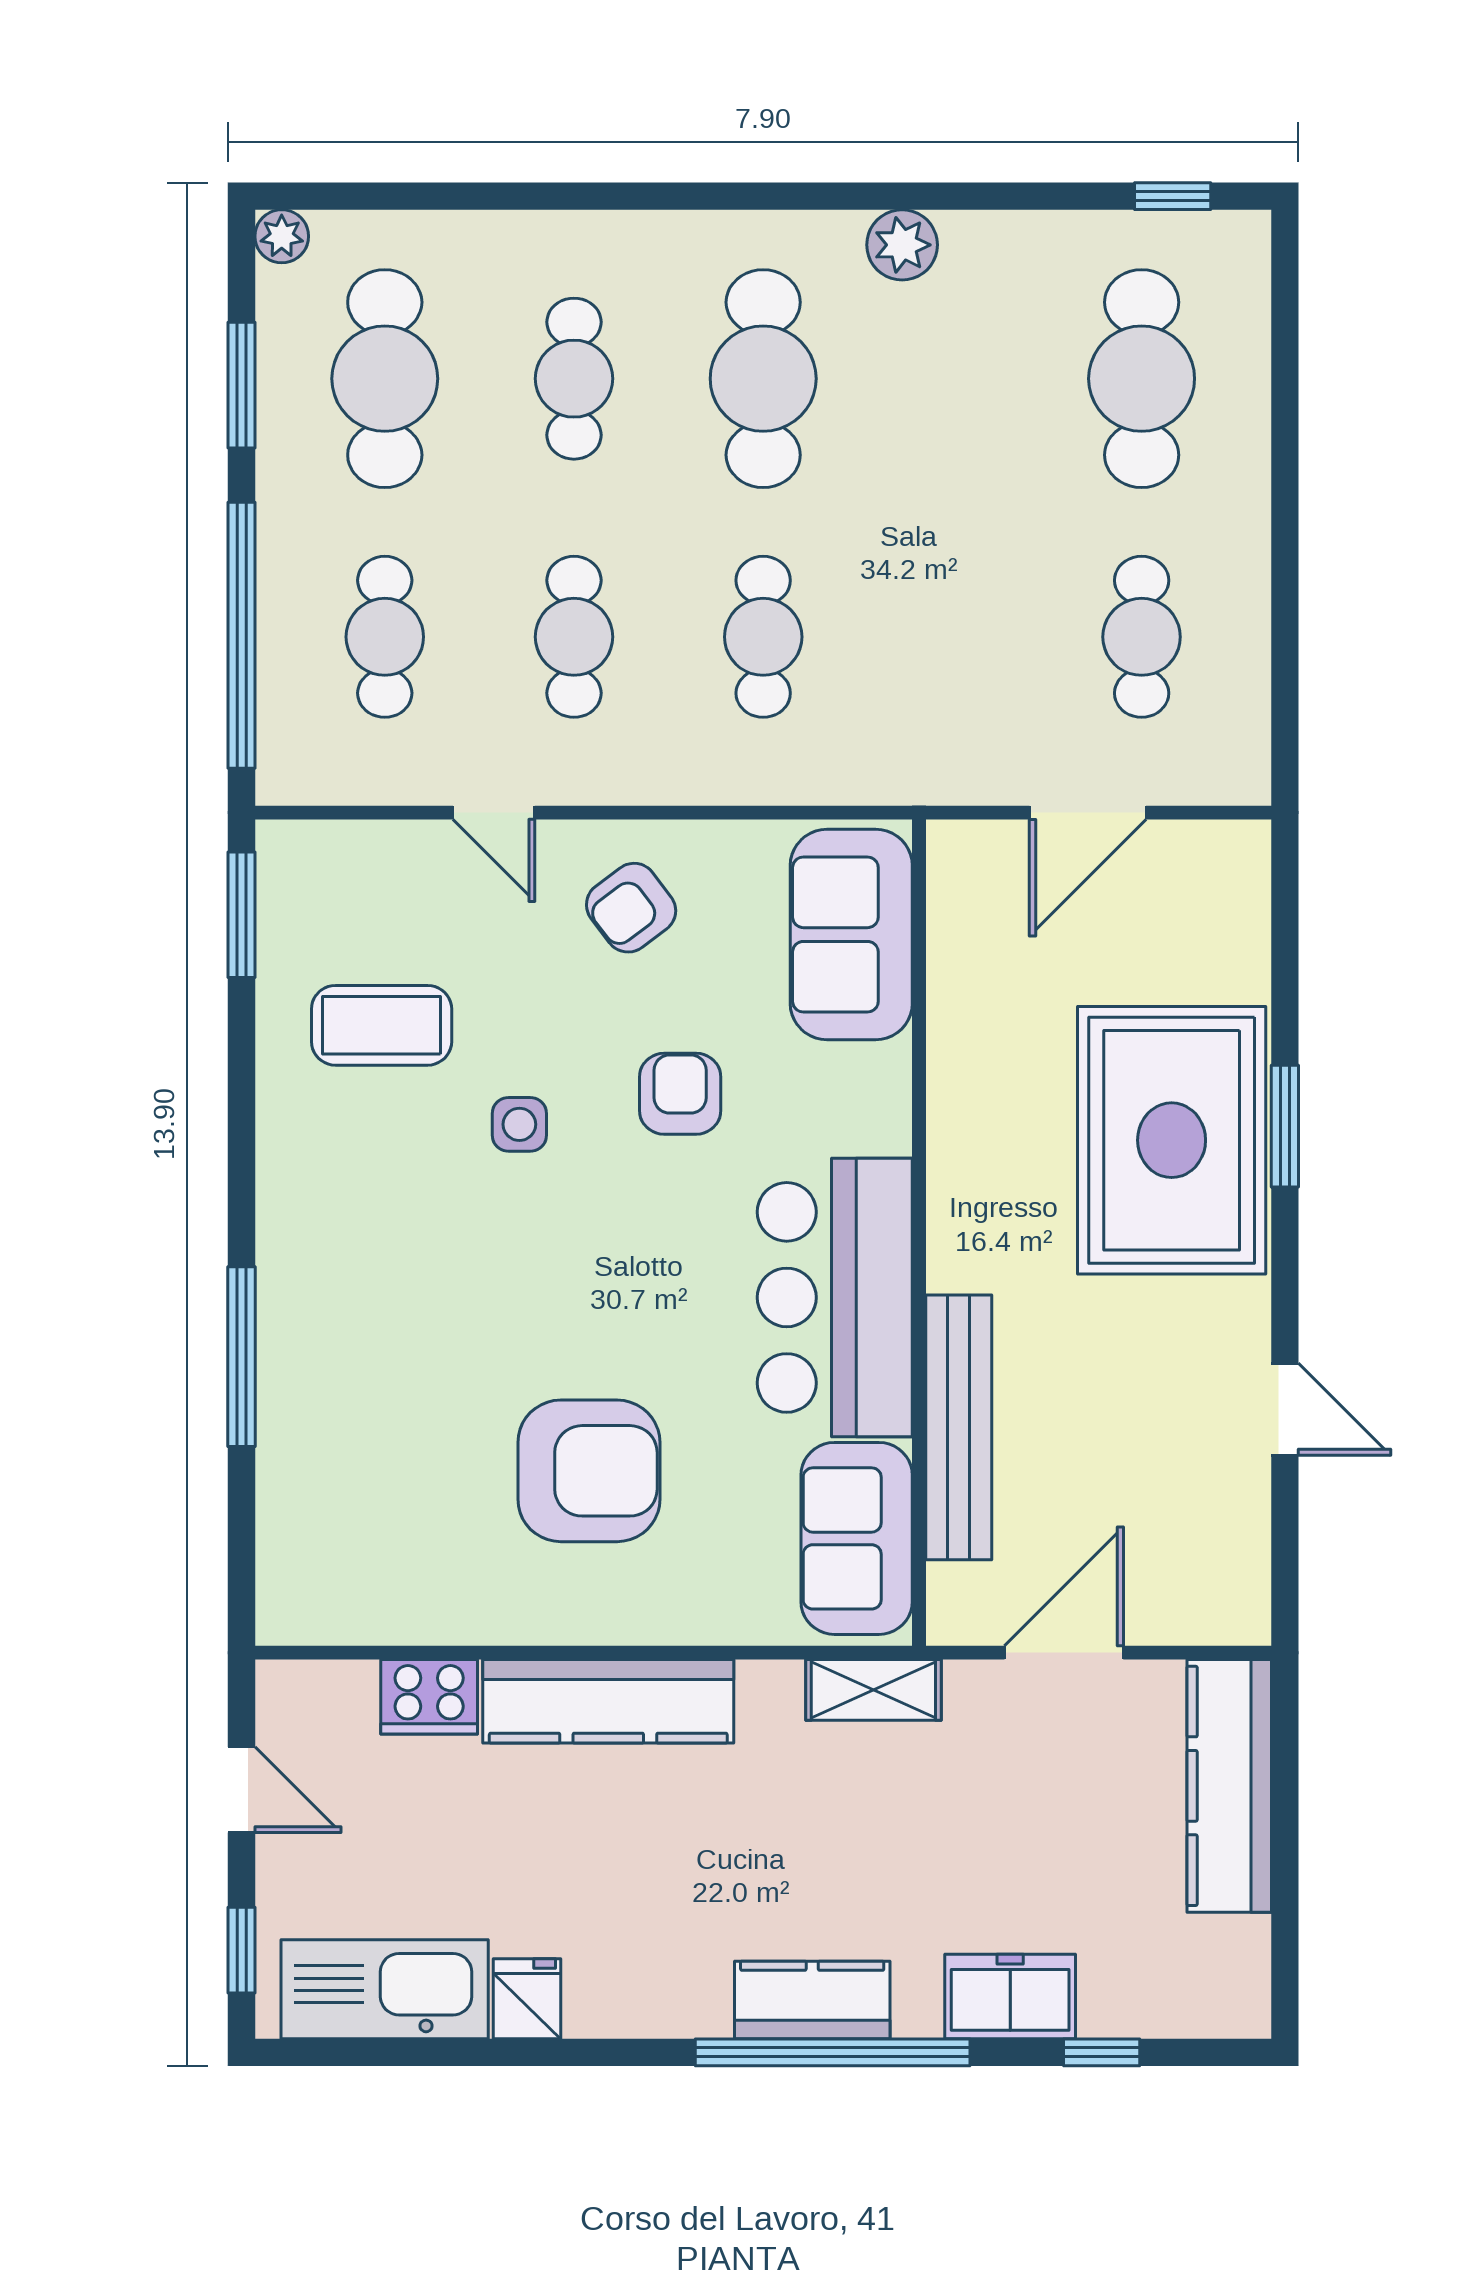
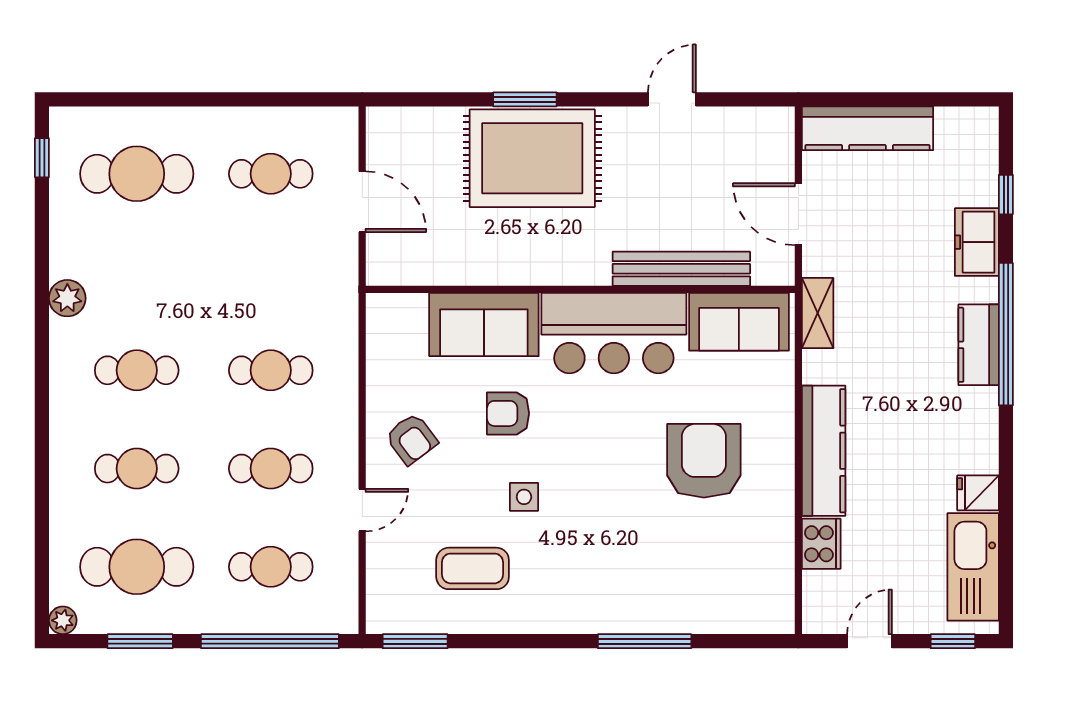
cafe table: (763, 379) -> (137, 370), width x0.73, depth x0.74
sofa: (851, 935) -> (484, 325), moved
coffee table: (382, 1025) -> (473, 568), turned 90

